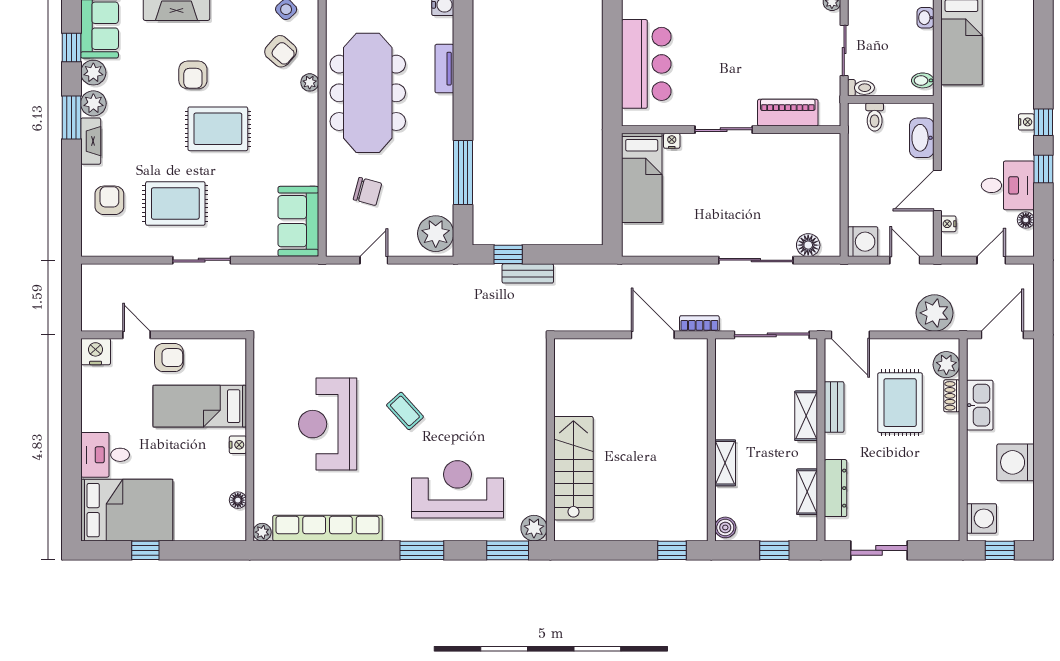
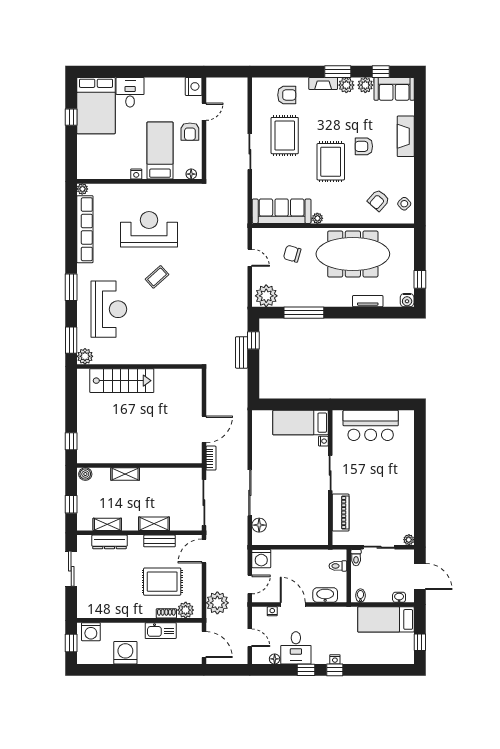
plant: (310, 82) -> (317, 218), moved
chair: (367, 191) -> (292, 254), turned 91
sofa: (298, 221) -> (282, 211), width x1.36
floor lamp: (238, 500) -> (191, 174), moved

